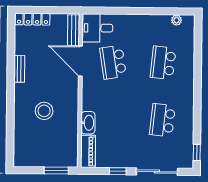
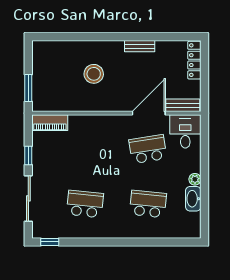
plant: (177, 20) -> (195, 179), moved
washbasin: (88, 123) -> (193, 199), moved, turned 90

